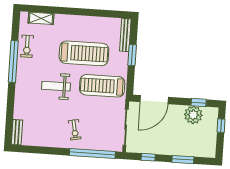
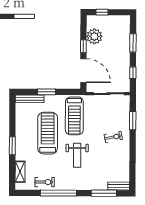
window: (72, 11) -> (12, 146), added
window: (199, 103) -> (83, 46), moved
window: (10, 115) -> (104, 193), added
window: (92, 153) -> (133, 121), width x0.47

